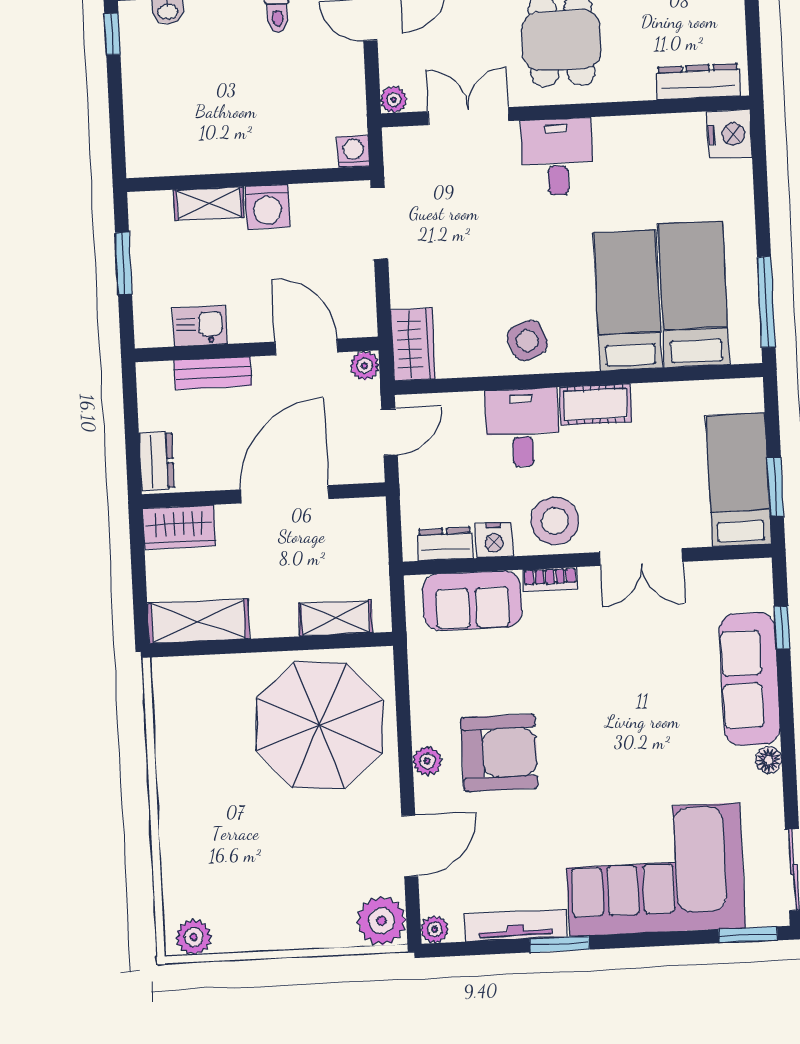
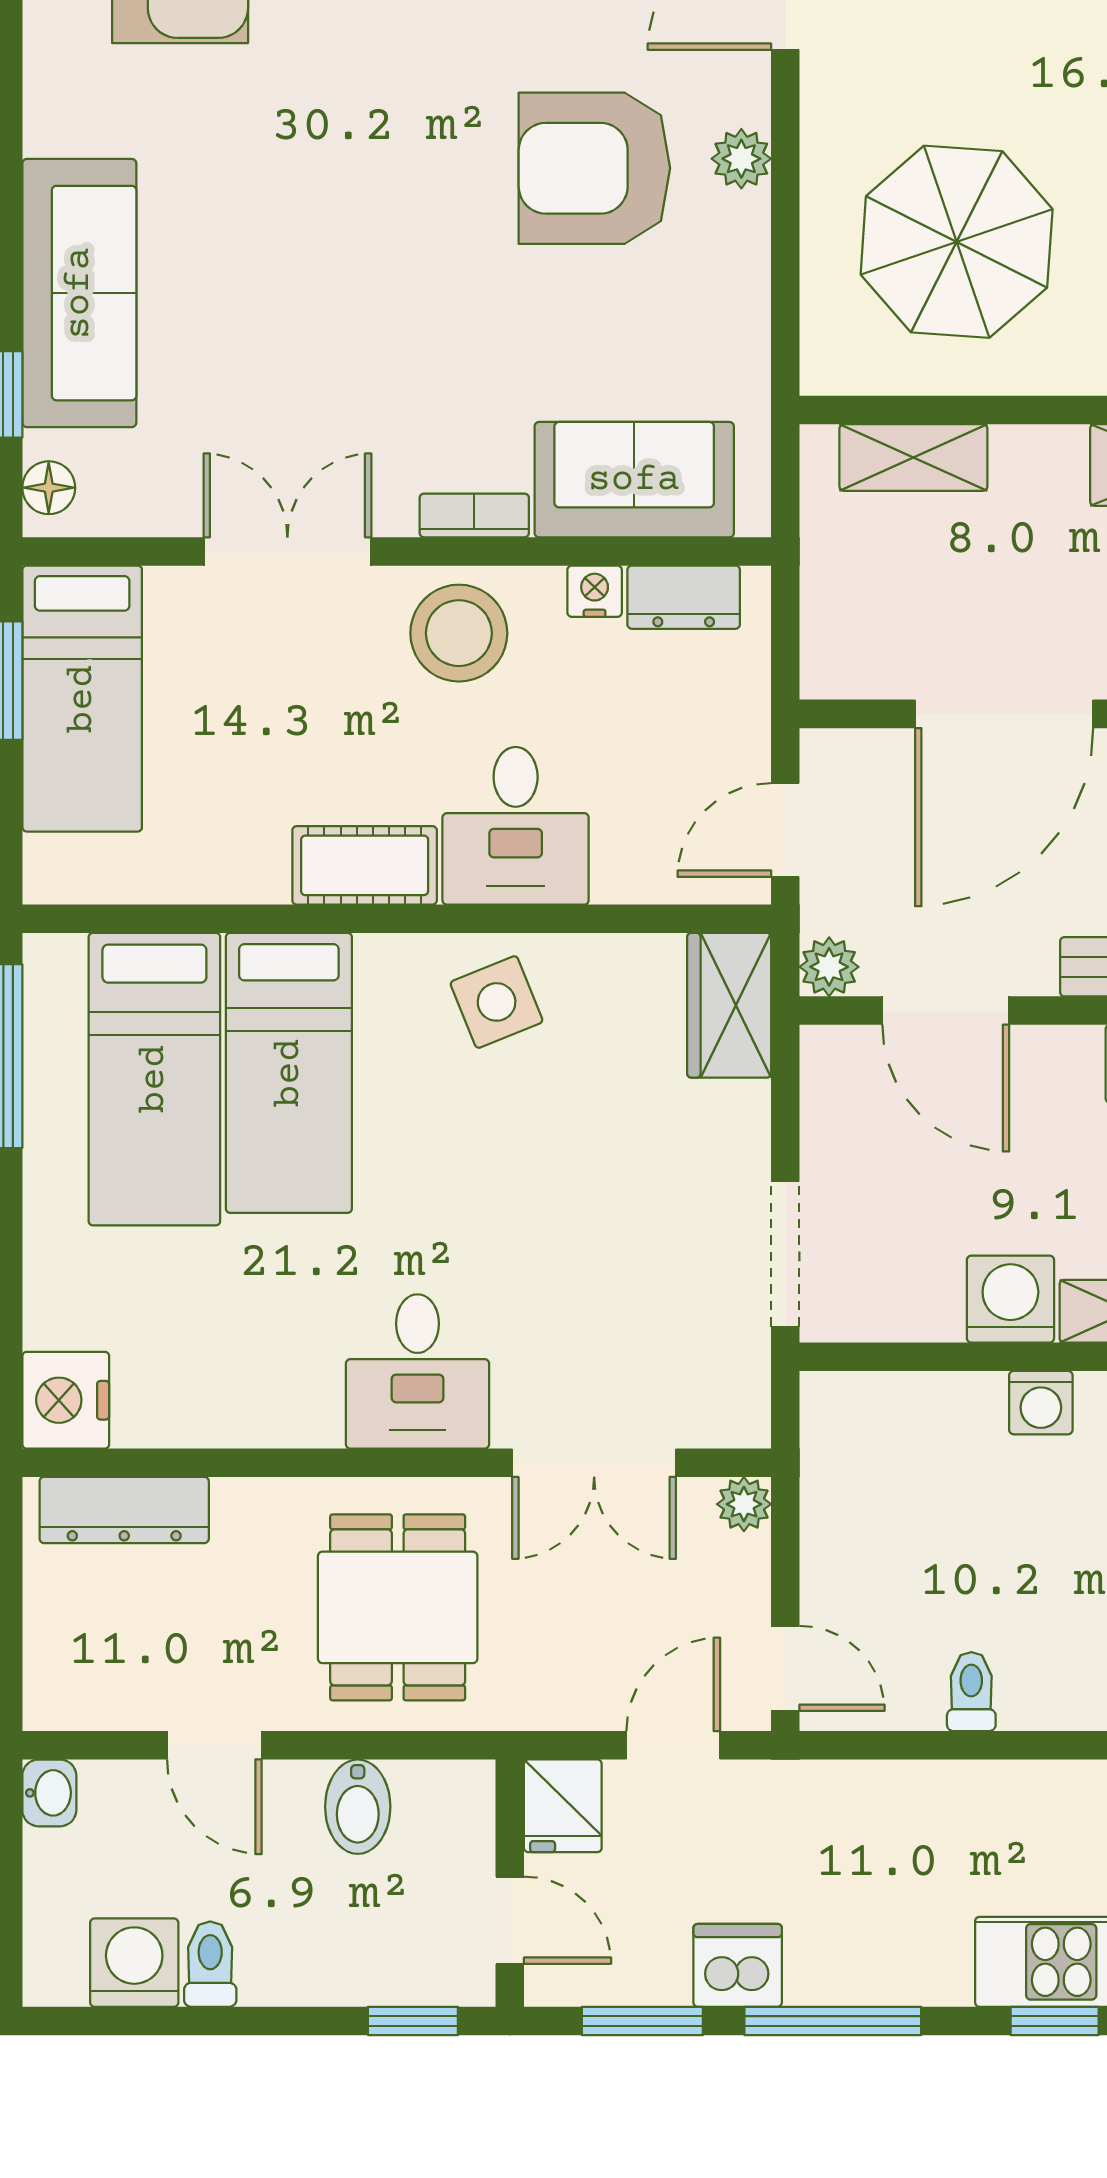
washing machine: (353, 151) -> (1041, 1403), moved
nightstand: (494, 540) -> (595, 591), width x0.72, depth x0.74
parasol: (319, 725) -> (957, 242), width x0.73, depth x0.73
floor lamp: (769, 760) -> (49, 488), moved

